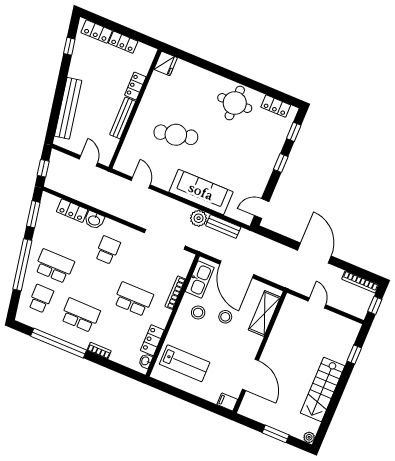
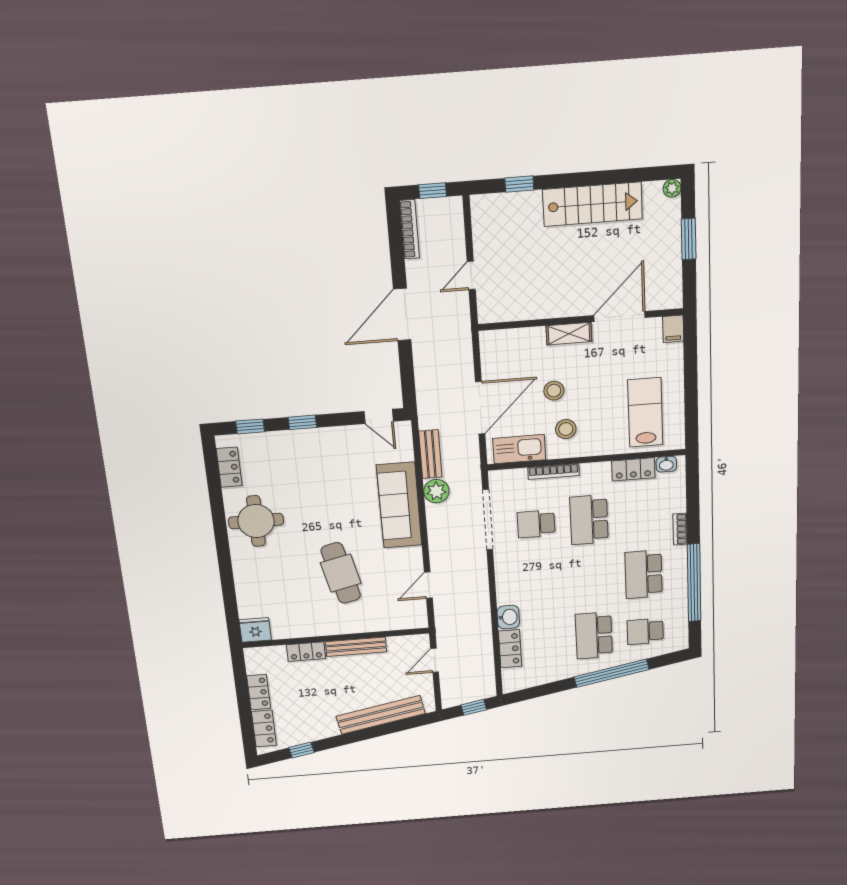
window: (33, 214) -> (539, 691), removed
school desk: (108, 250) -> (536, 524), moved
shelving: (264, 313) -> (569, 334), moved, width x0.67, depth x0.75

